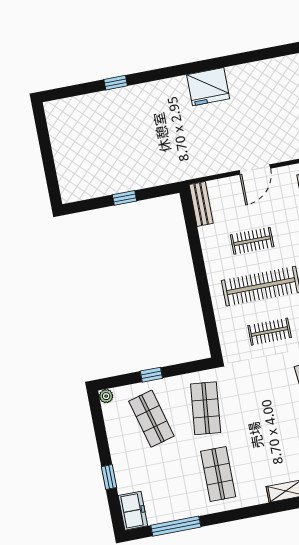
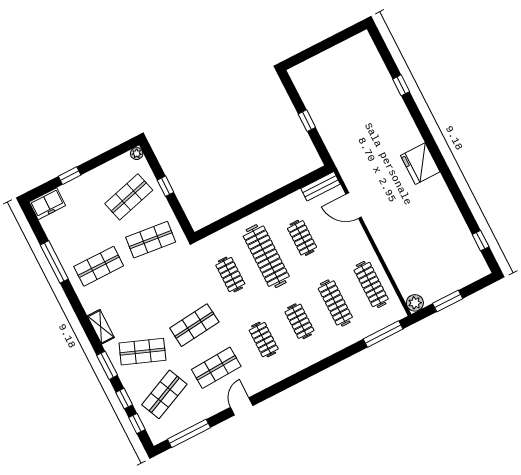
door: (255, 169) -> (354, 206), moved
window: (176, 526) -> (54, 262), moved

